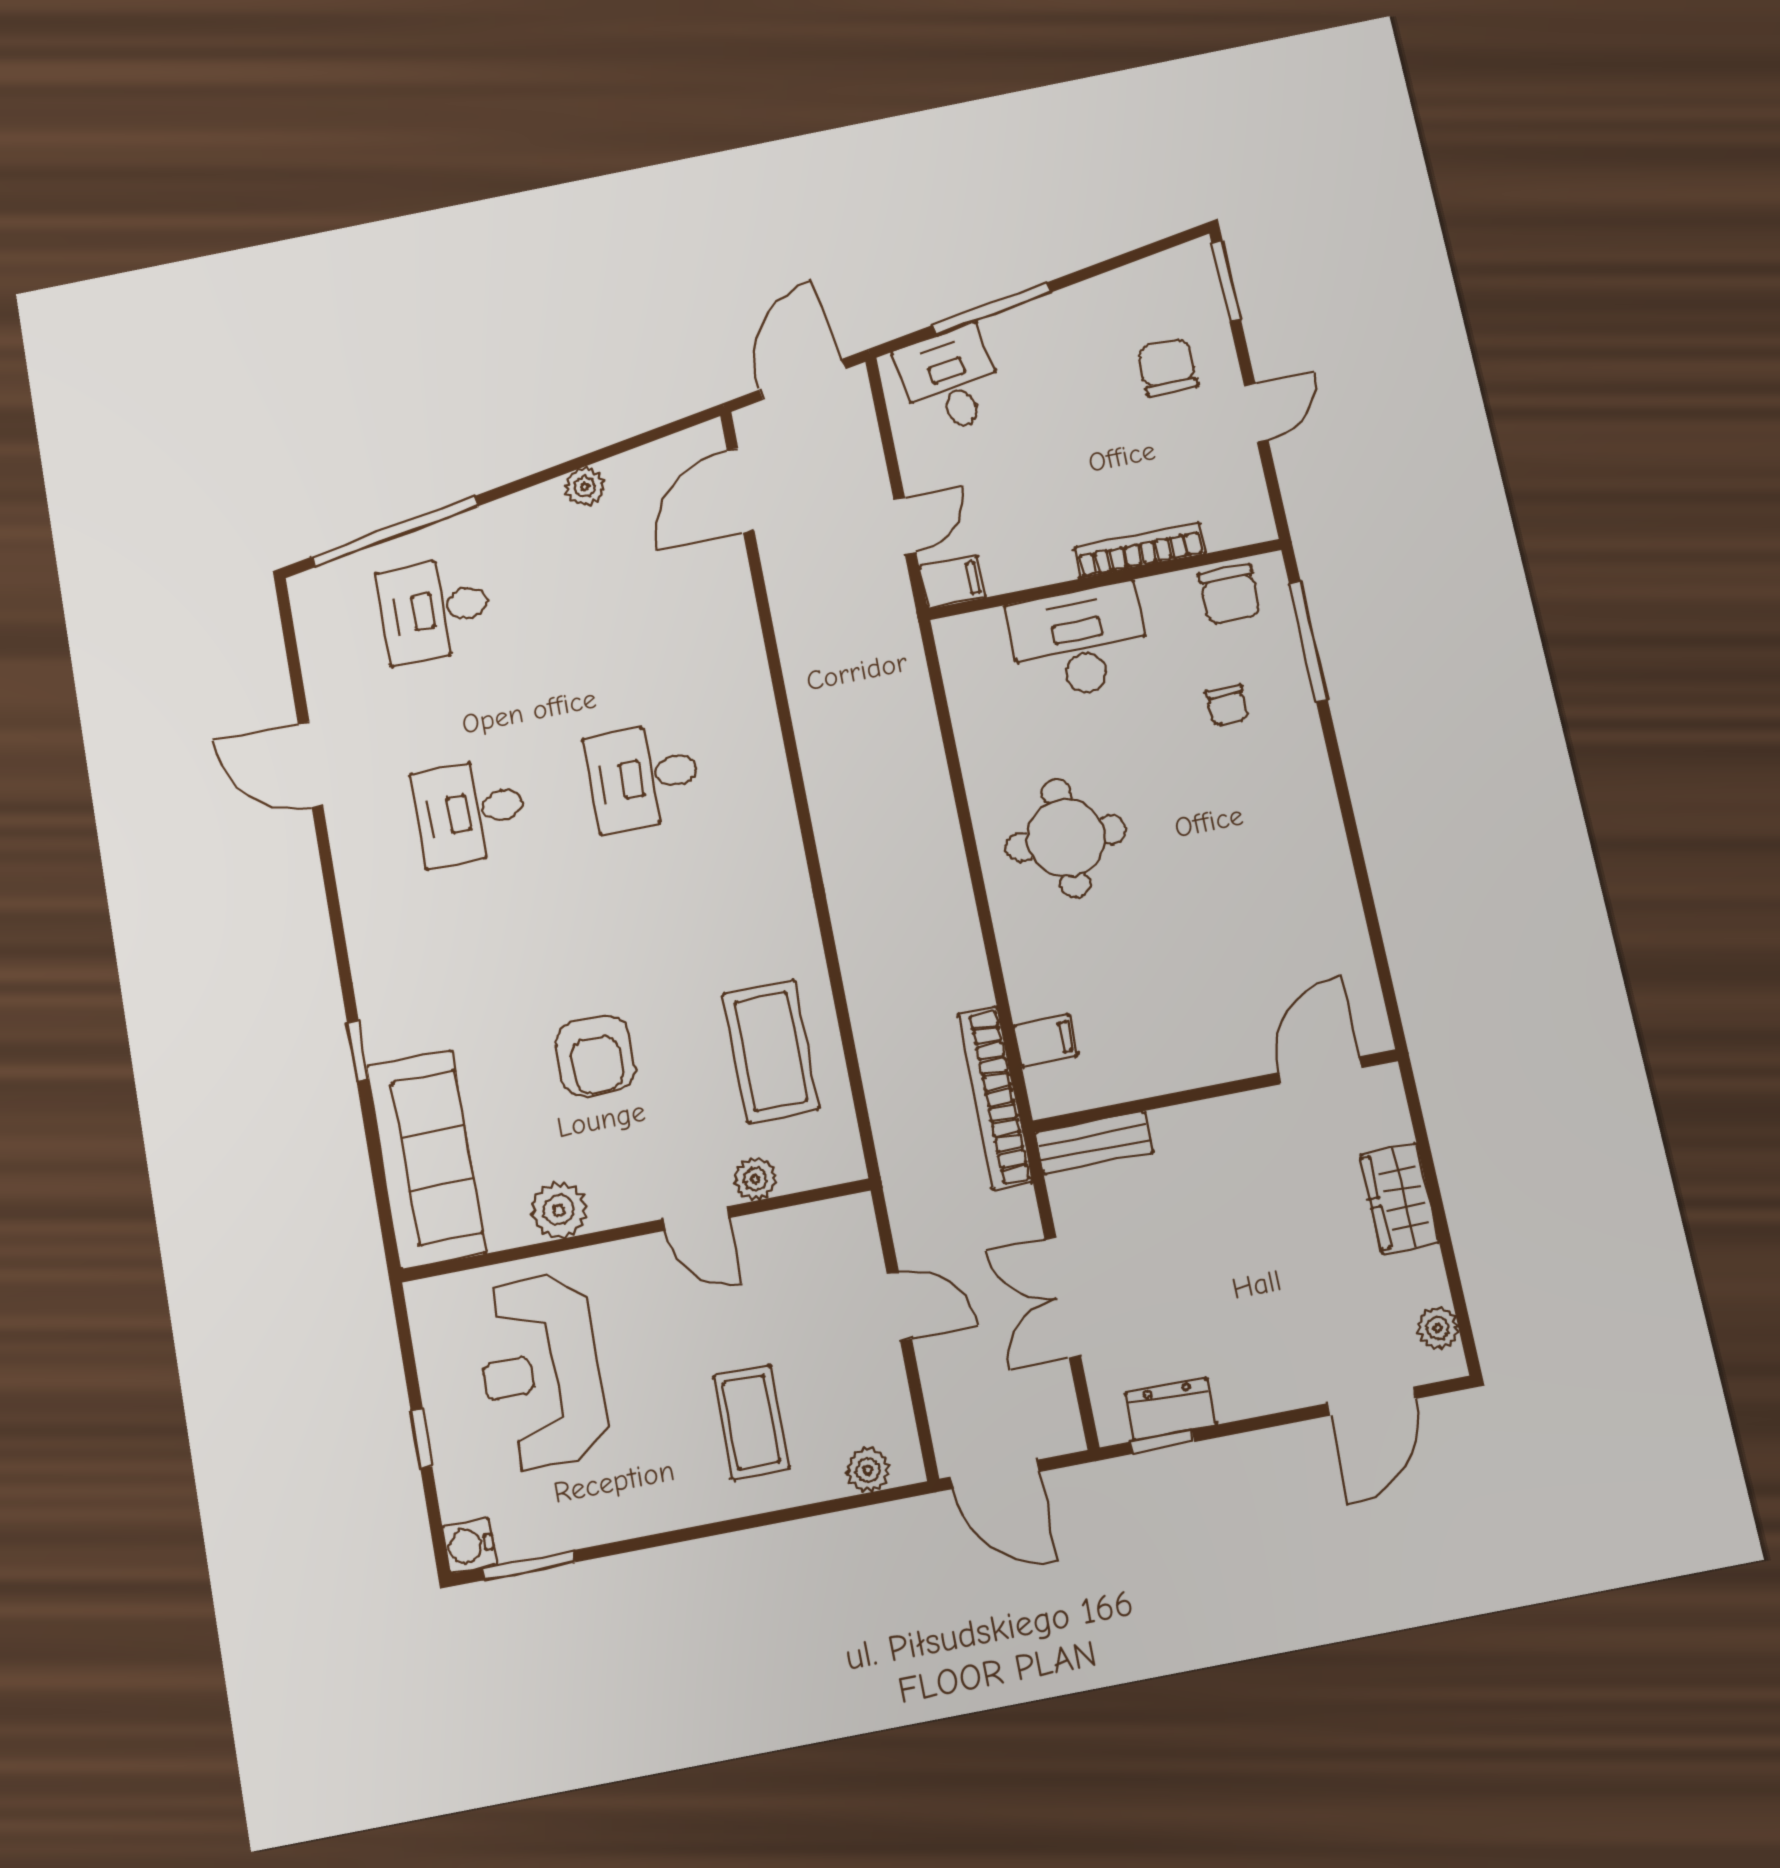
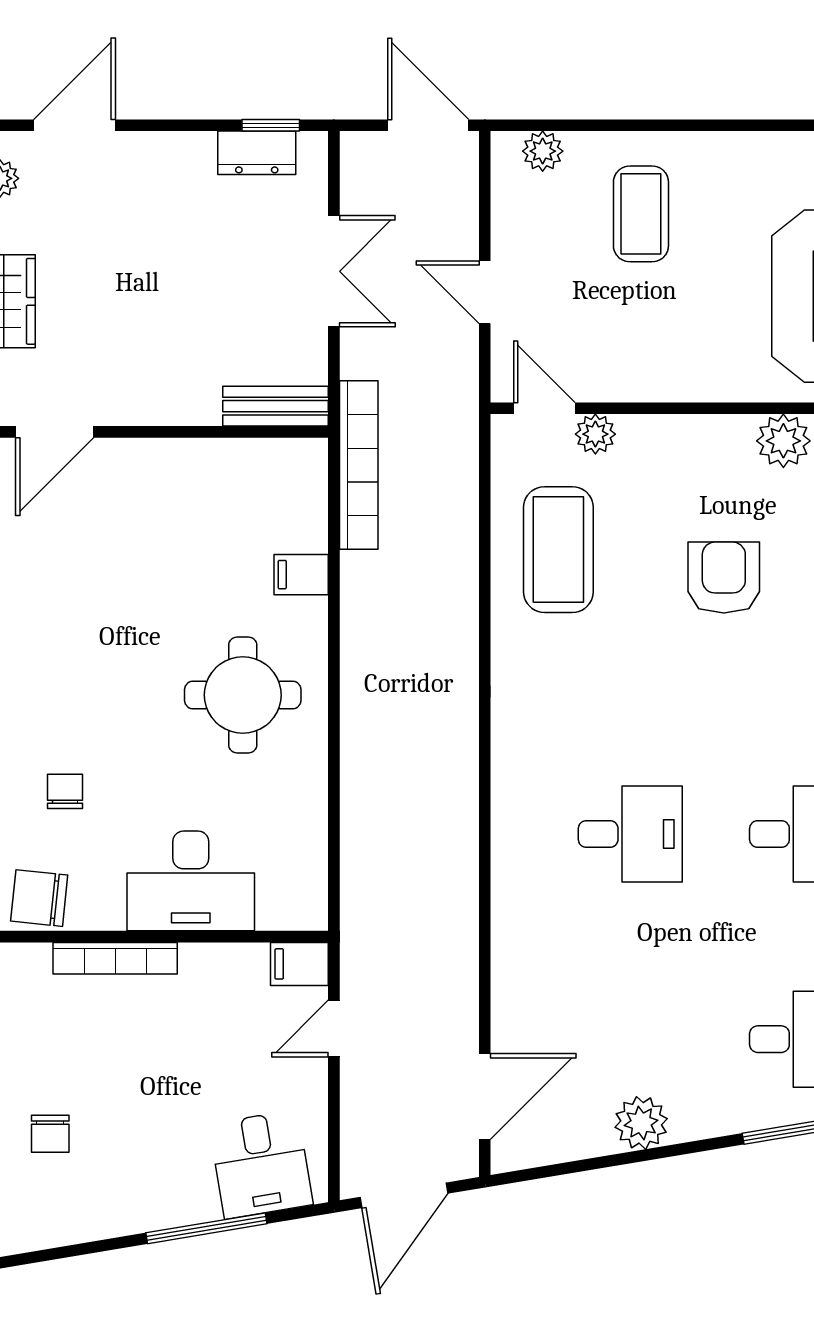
chair: (1167, 367) -> (50, 1134), width x0.73, depth x0.73
plant: (585, 487) -> (641, 1123), width x1.38, depth x1.38
chair: (1230, 594) -> (39, 898), turned -84
filing cabinet: (1045, 1041) -> (301, 575), moved
door: (696, 1219) -> (544, 408), moved

